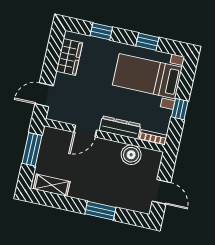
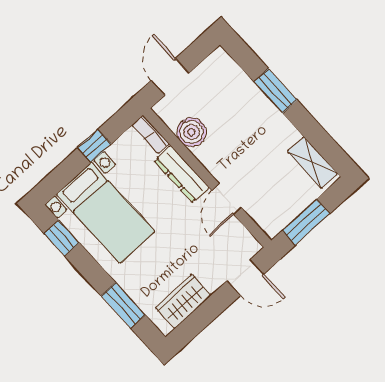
window: (101, 31) -> (123, 305), width x1.50
window: (147, 42) -> (62, 238), moved
door: (85, 131) -> (227, 199), swing flipped
door: (161, 192) -> (170, 77), moved

